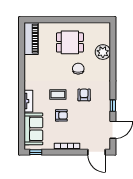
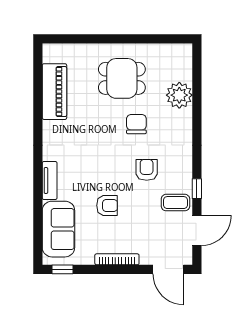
piano: (31, 39) -> (54, 92), moved
coffee table: (58, 94) -> (175, 203), moved

